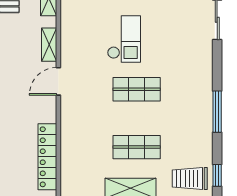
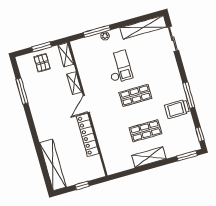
locker: (47, 157) -> (88, 135), moved
trolley: (190, 179) -> (177, 109), moved

